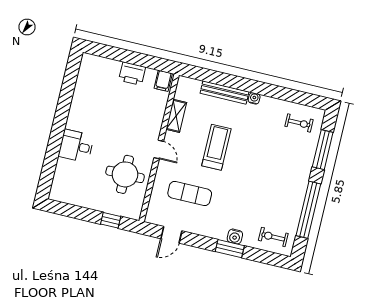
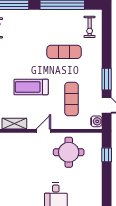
exercise mat: (250, 198) -> (64, 52), added
water cooler: (235, 237) -> (96, 121), moved
window: (230, 249) -> (107, 79), moved

